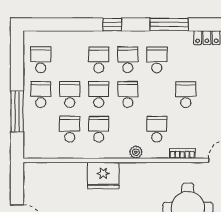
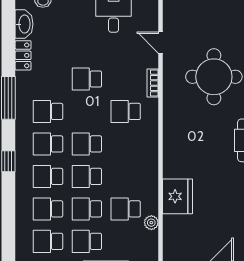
school desk: (99, 129) -> (48, 209), moved
plant: (136, 152) -> (151, 223), moved
fridge: (103, 175) -> (177, 196), moved

